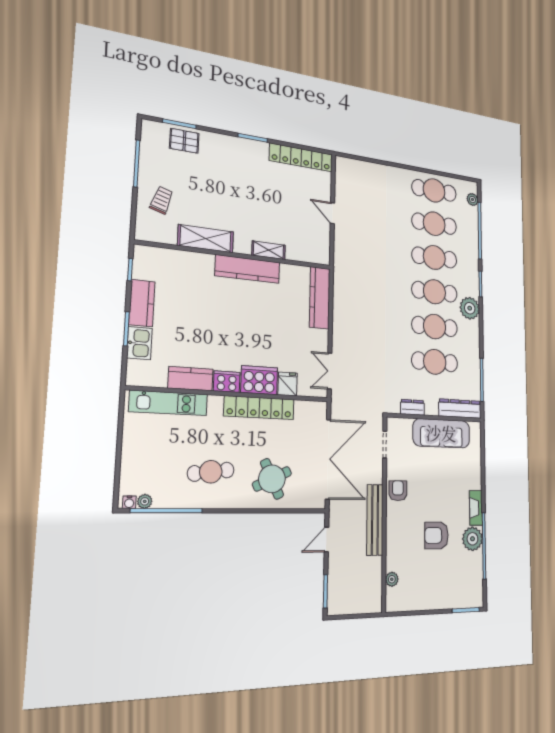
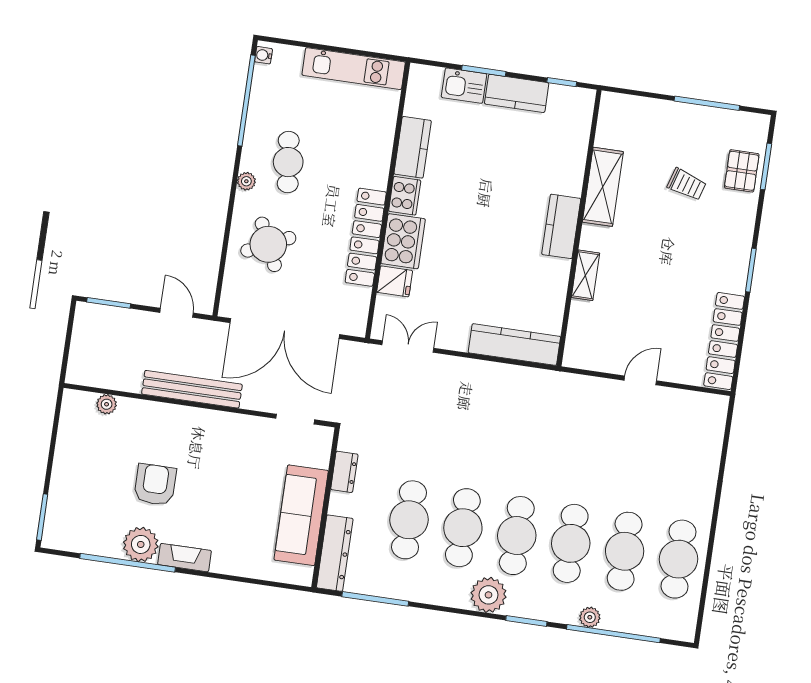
plant: (472, 199) -> (590, 617), moved
trolley: (162, 200) -> (687, 184), moved
kitchen counter: (248, 269) -> (561, 226), width x0.67
kitchen unit: (169, 403) -> (354, 69), moved, turned -90
armchair: (398, 491) -> (227, 431), removed
plant: (145, 501) -> (246, 181), moved

